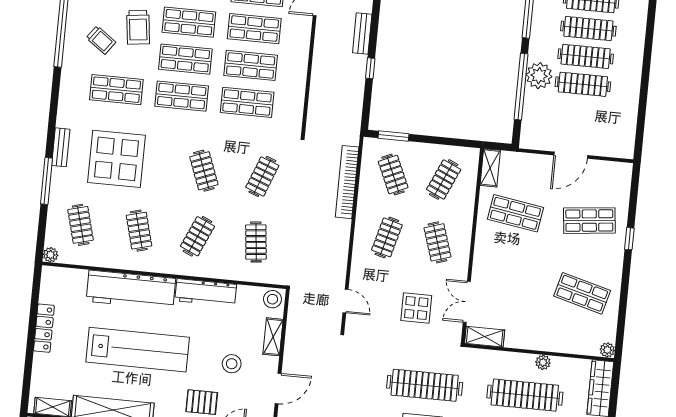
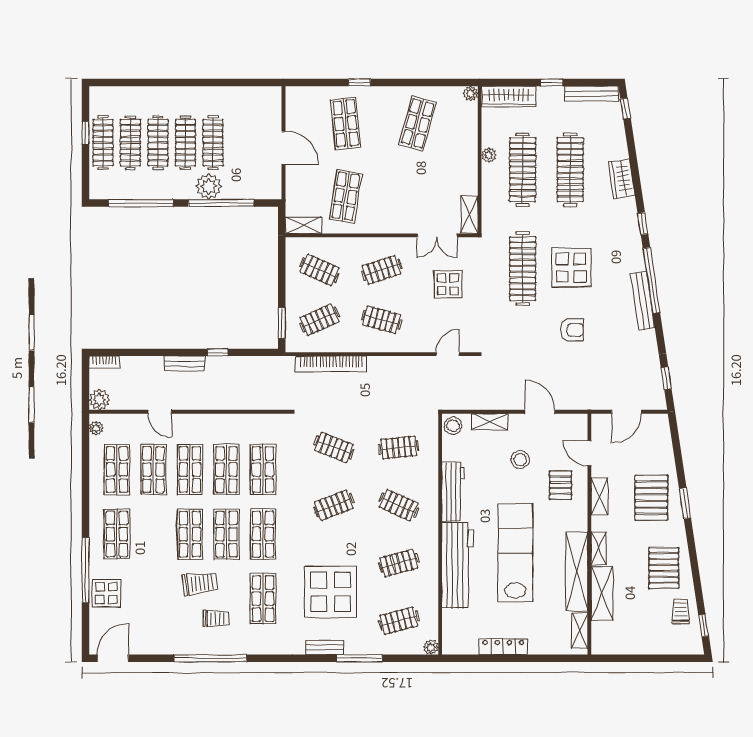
trolley: (101, 40) -> (216, 619), turned 54

